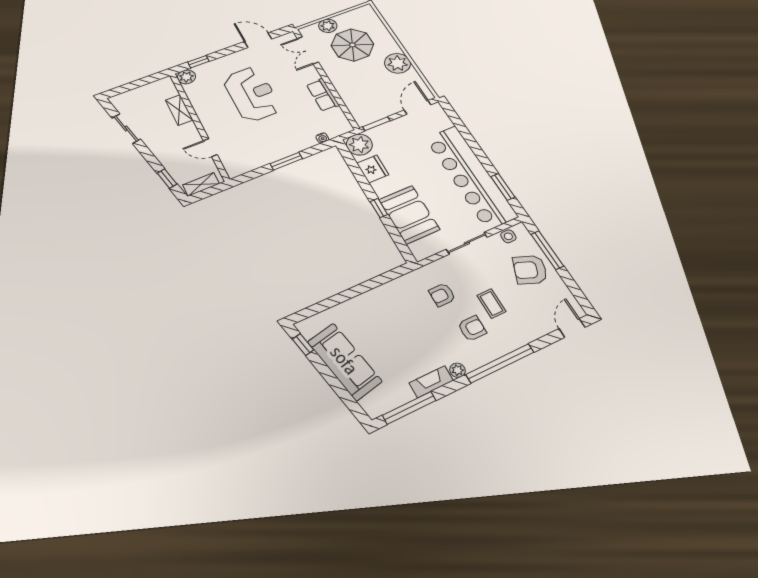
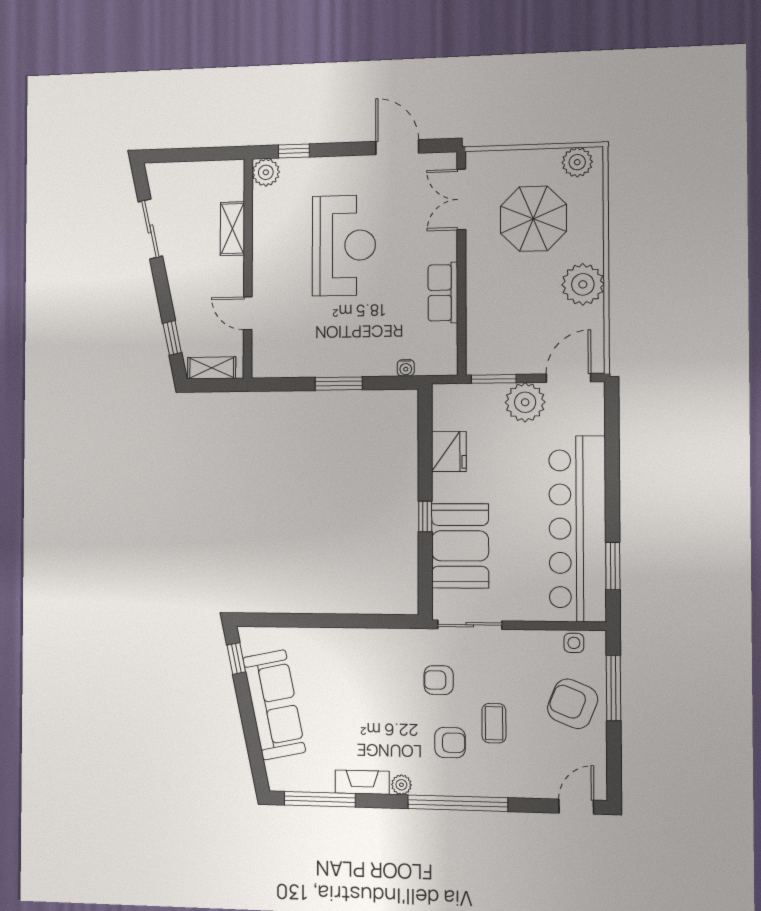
plant: (328, 26) -> (577, 162), moved
plant: (359, 145) -> (525, 402), moved
sliding door: (467, 243) -> (470, 625), moved

